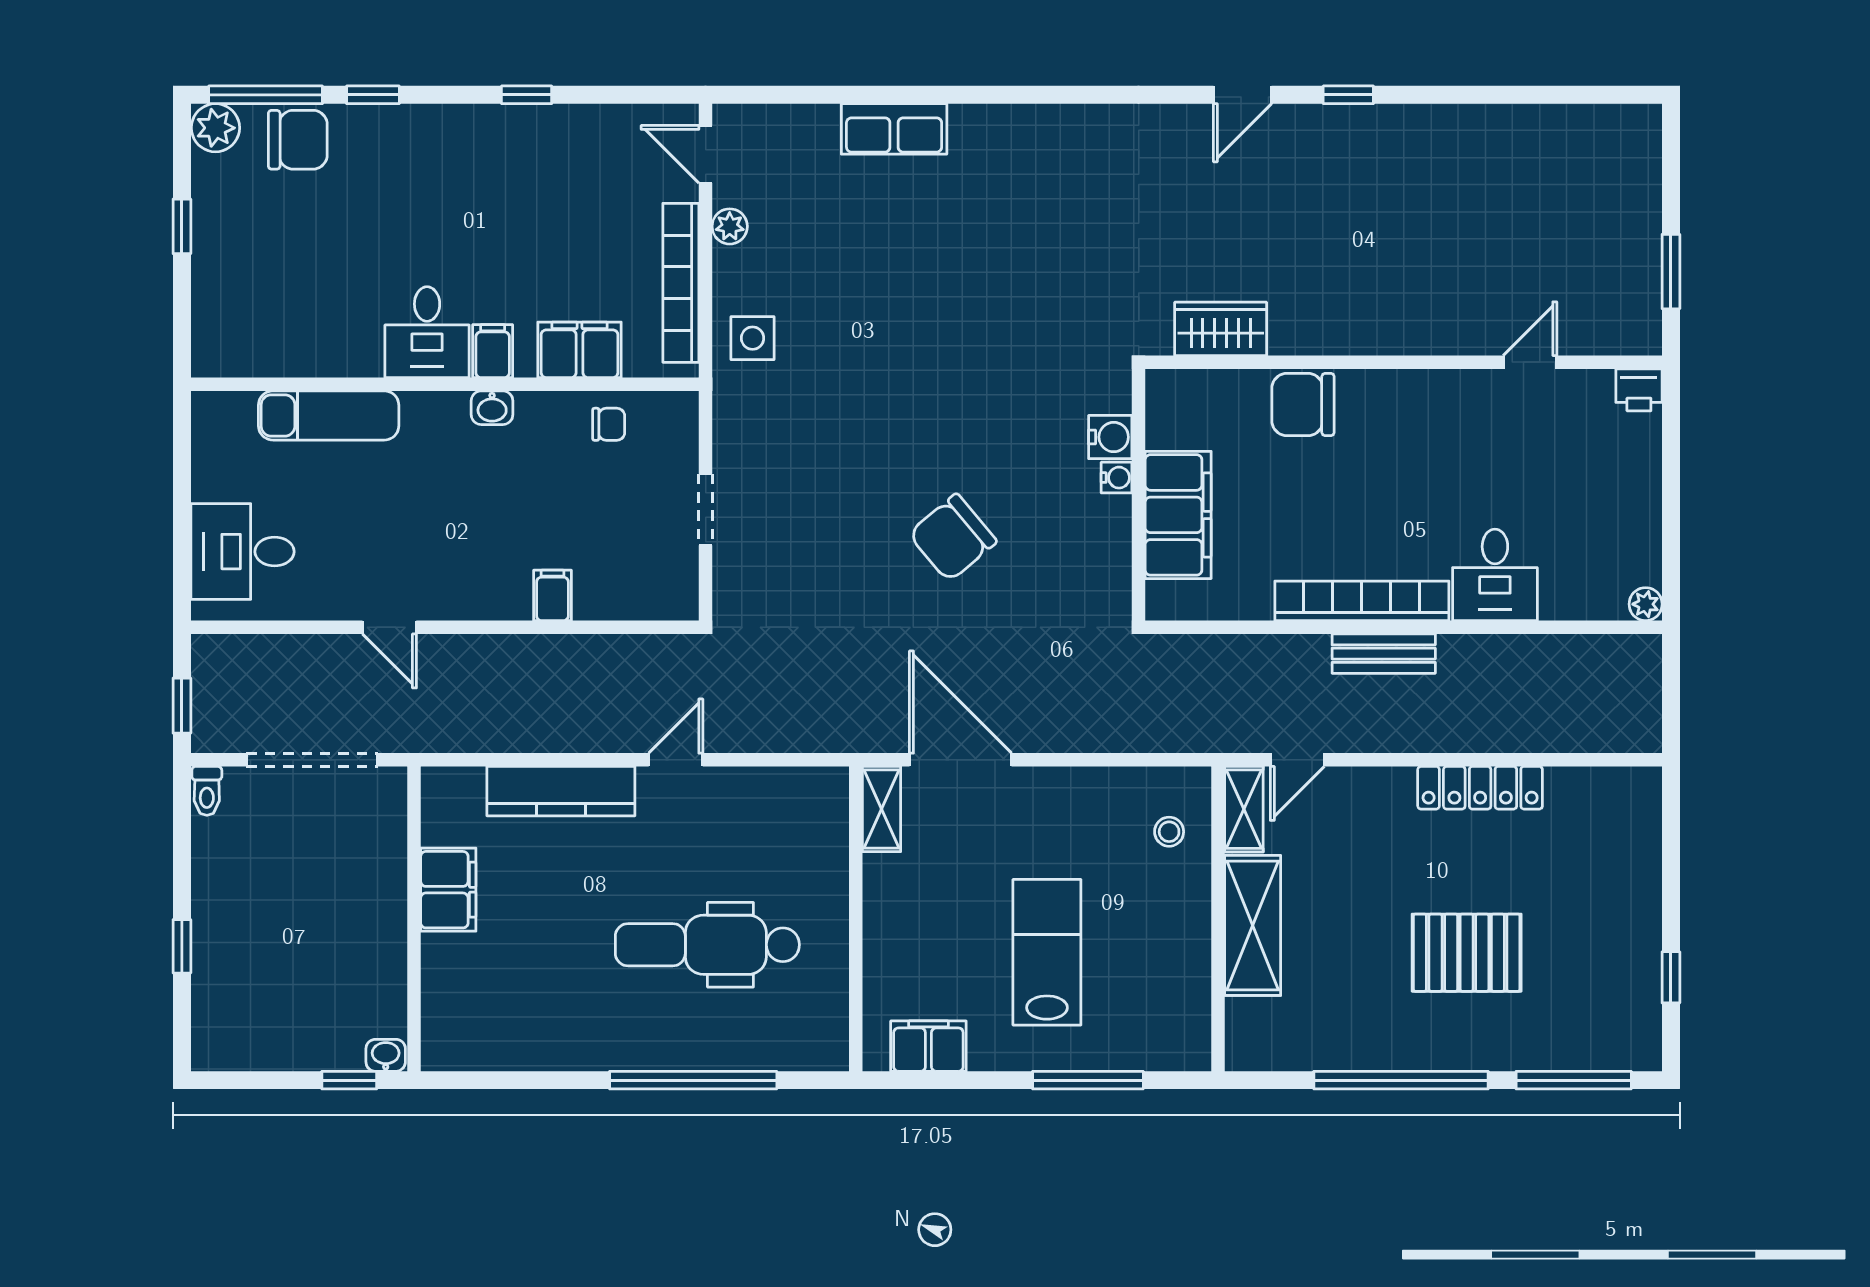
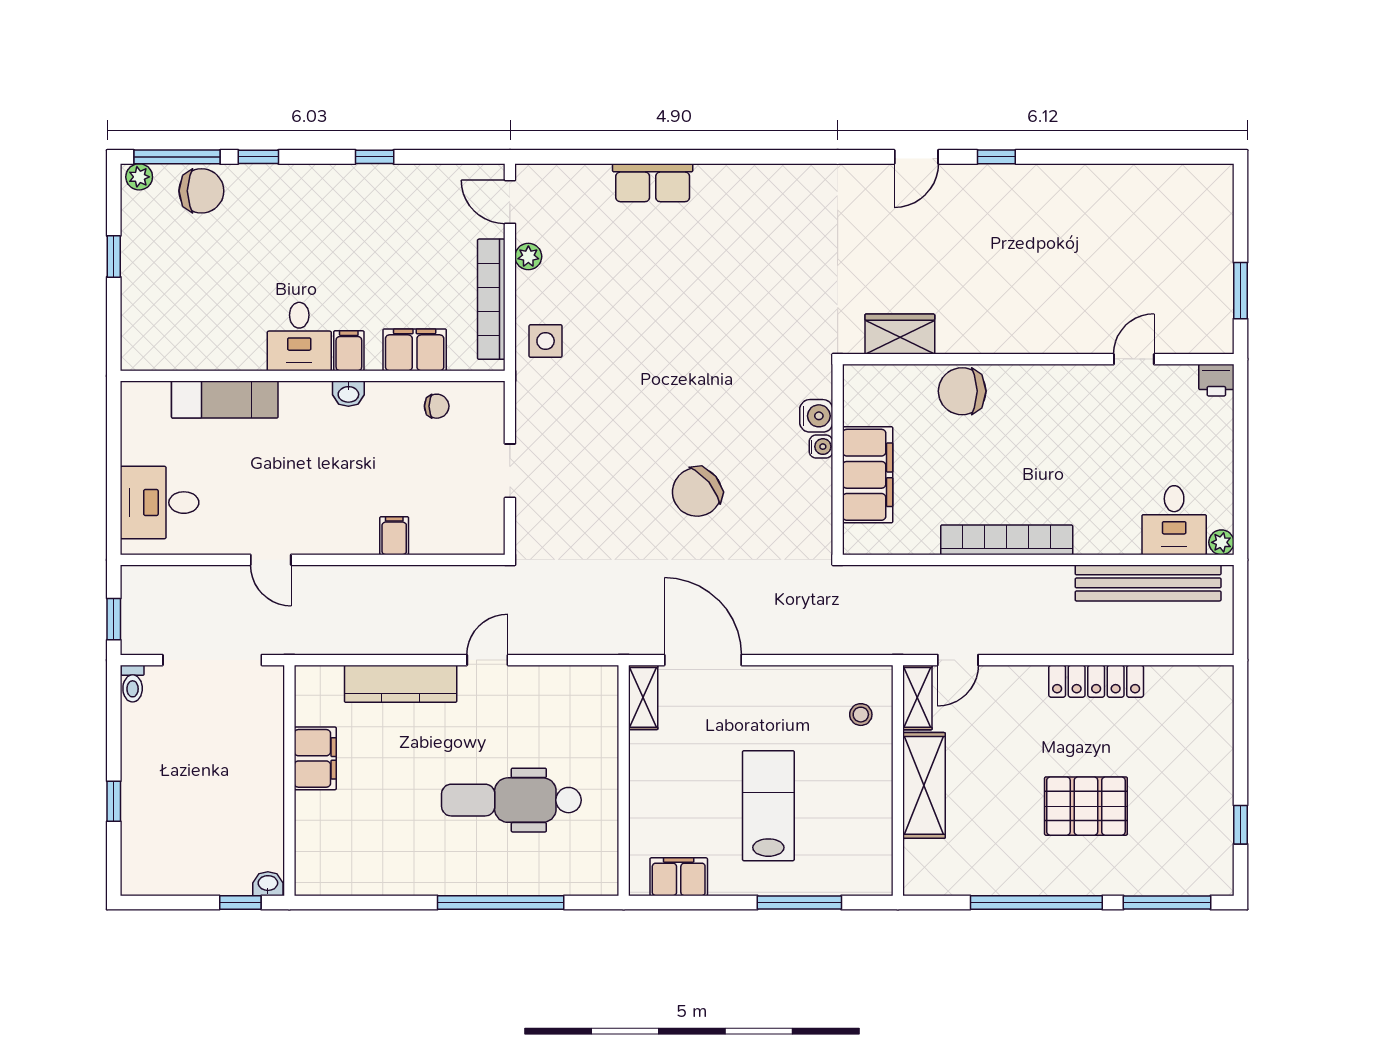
plant: (215, 128) -> (139, 177), width x0.73, depth x0.73
desk: (1495, 575) -> (1174, 520), moved
bench: (1384, 654) -> (1148, 583), moved, width x1.86, depth x1.21

